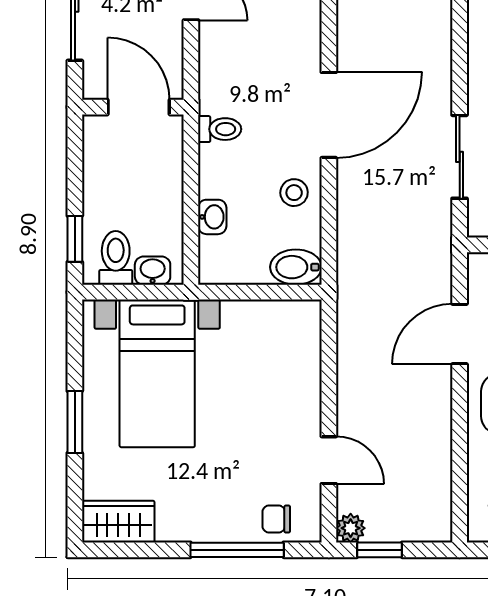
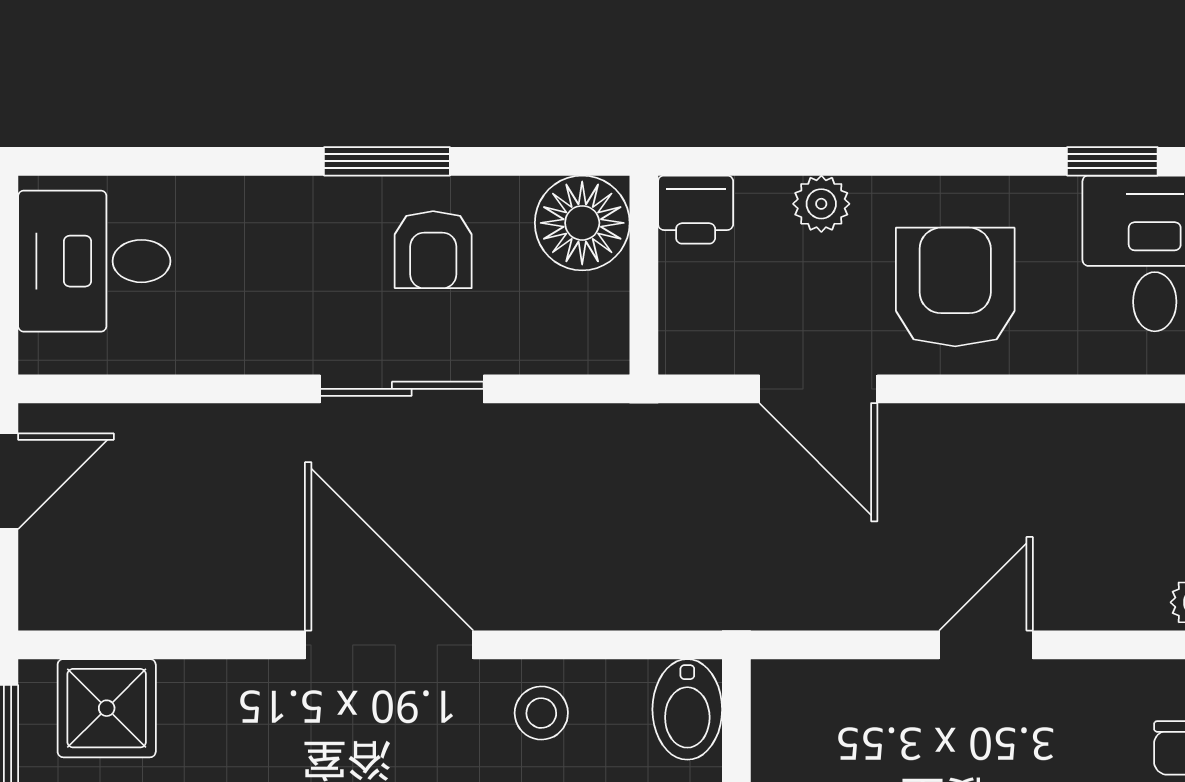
sliding door: (460, 157) -> (402, 389), moved
door: (329, 460) -> (986, 645), moved

